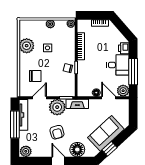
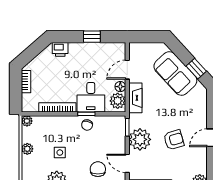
desk: (118, 65) -> (91, 97), moved, turned 180
window: (133, 72) -> (92, 37), width x0.46
plant: (123, 91) -> (118, 101), moved
fireplace: (77, 104) -> (135, 98), moved
floor lamp: (77, 150) -> (197, 112), removed

